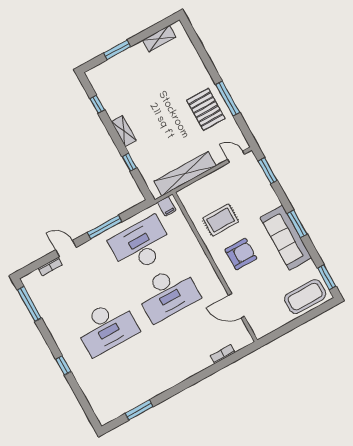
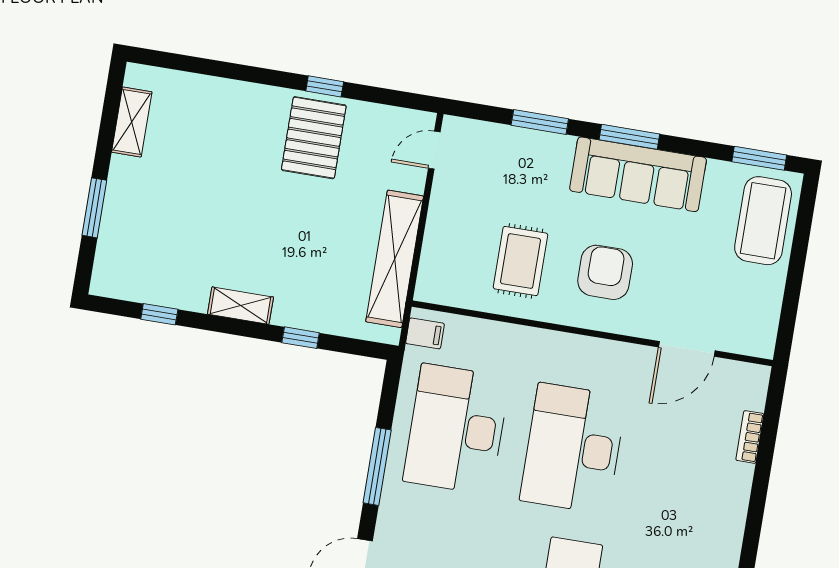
window: (228, 99) -> (325, 86), width x0.46
pallet: (206, 109) -> (314, 138), turned 90
window: (268, 171) -> (540, 122), moved
desk: (168, 293) -> (573, 449), turned 180

